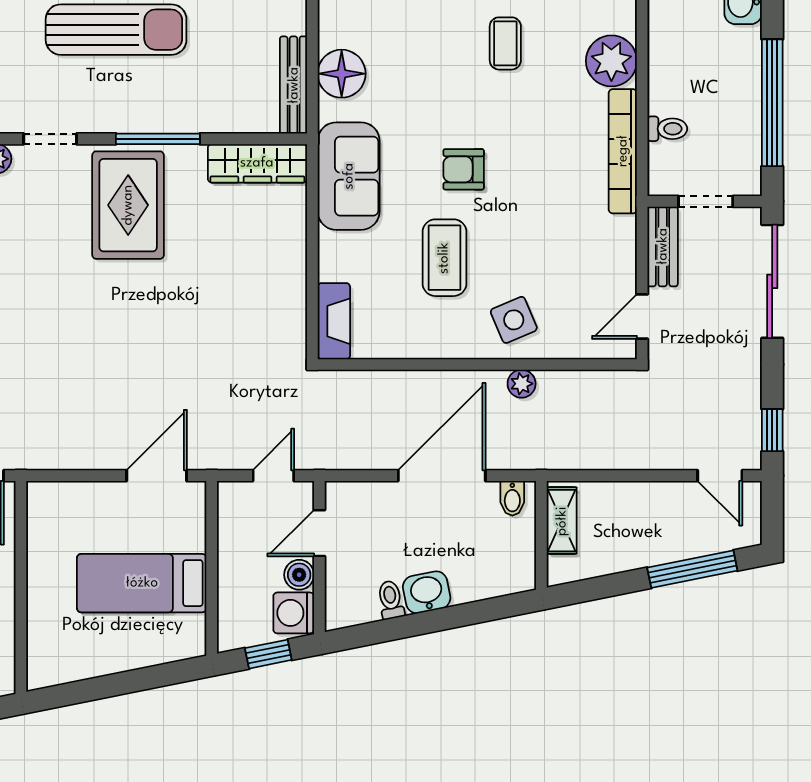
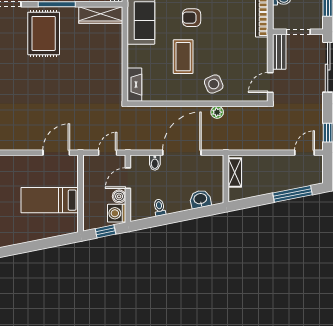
door: (720, 476) -> (305, 153), swing flipped
bidet: (512, 498) -> (155, 163), moved
washbasin: (427, 592) -> (200, 199), moved

